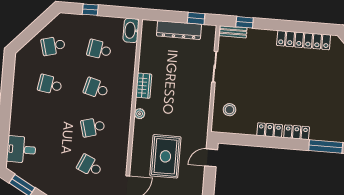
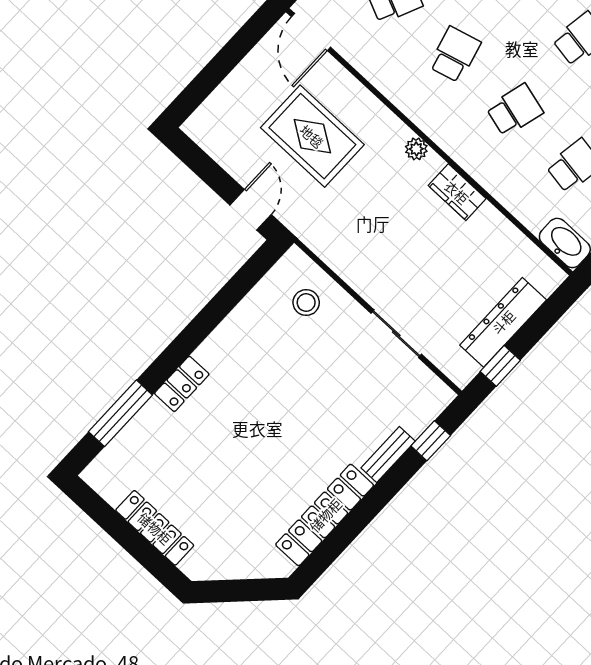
bench: (233, 32) -> (388, 454), moved
locker: (270, 130) -> (220, 342), removed

